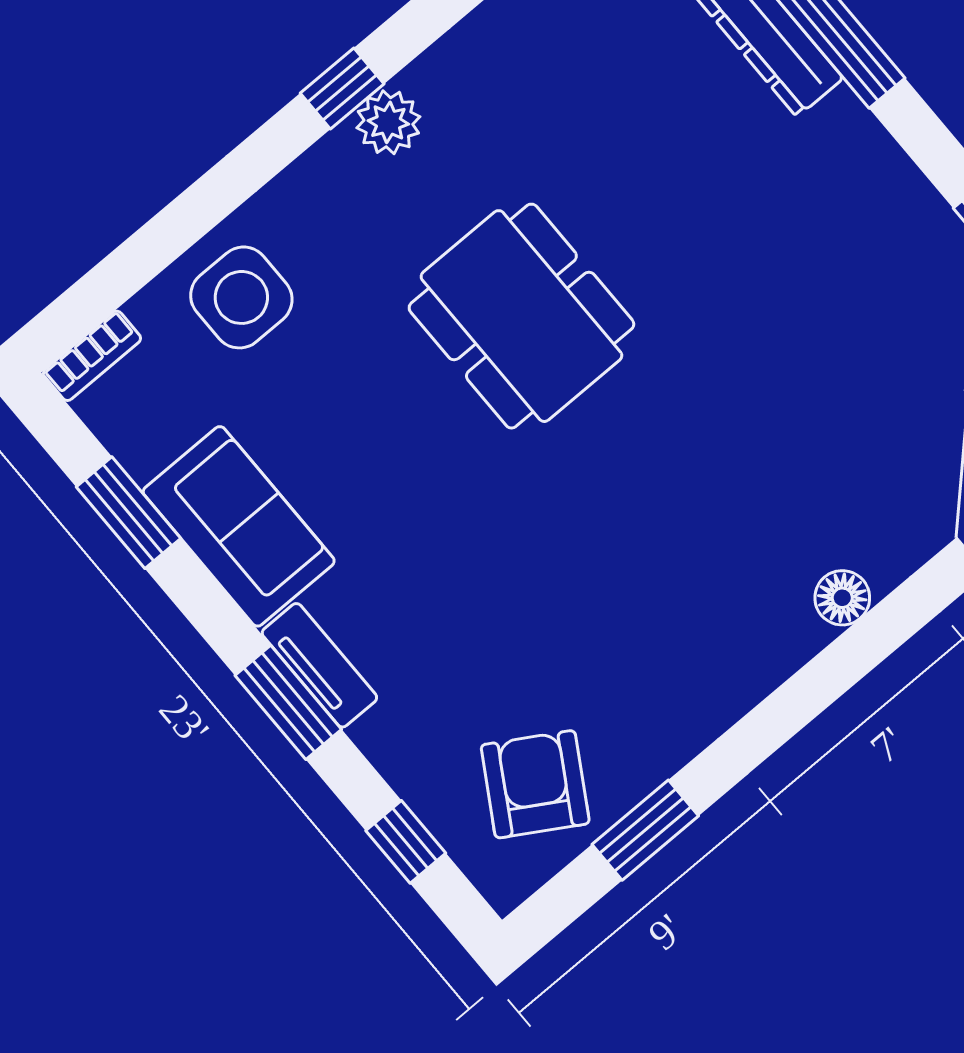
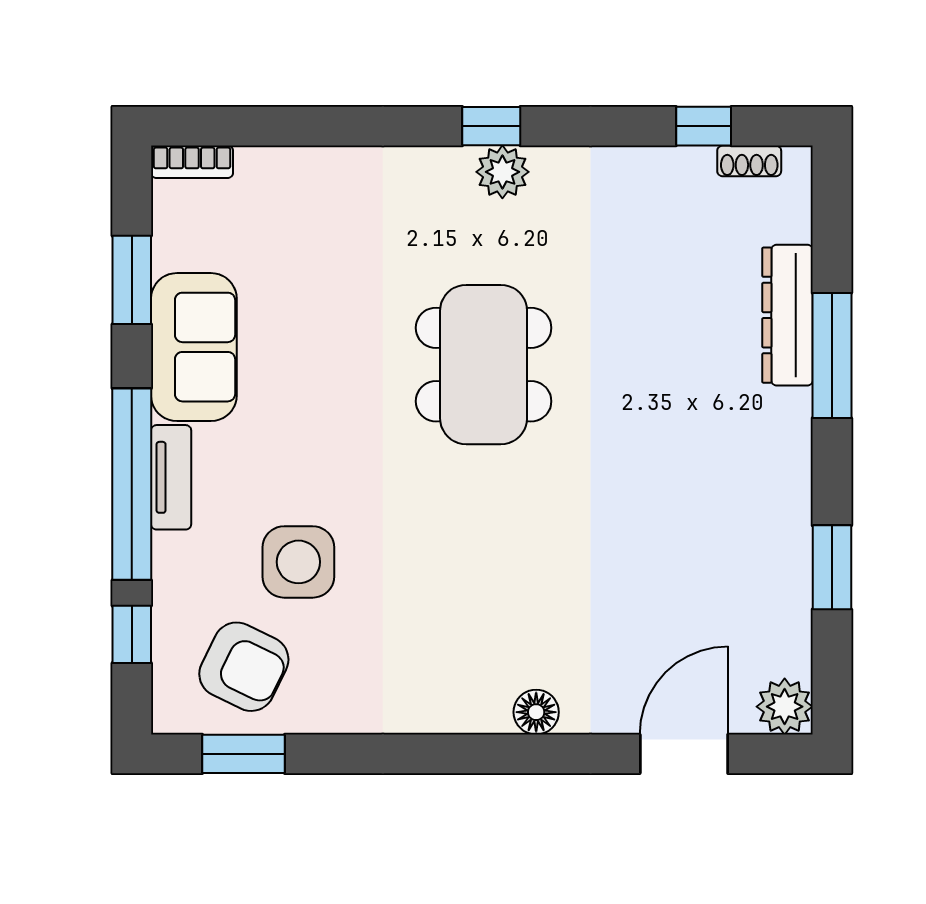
side table: (241, 297) -> (298, 562), moved
window: (288, 702) -> (132, 484), width x2.11
armchair: (535, 784) -> (244, 667), turned 85
window: (645, 830) -> (244, 754), moved

